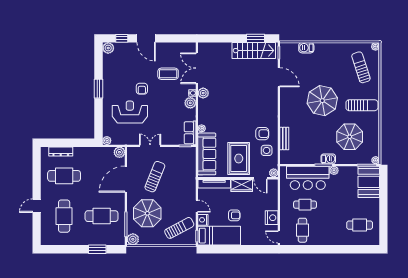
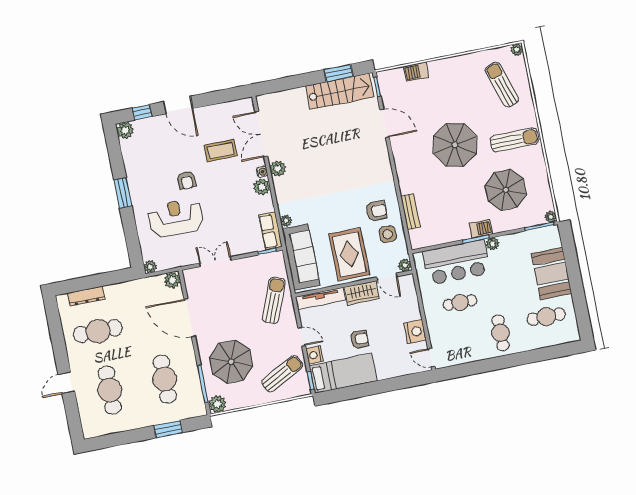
sun lounger: (155, 177) -> (274, 300), moved
door: (126, 179) -> (190, 318), hinge flipped
booth: (369, 182) -> (552, 274), moved
cafe table: (102, 216) -> (165, 379), turned 90
cafe table: (302, 230) -> (500, 333), moved

